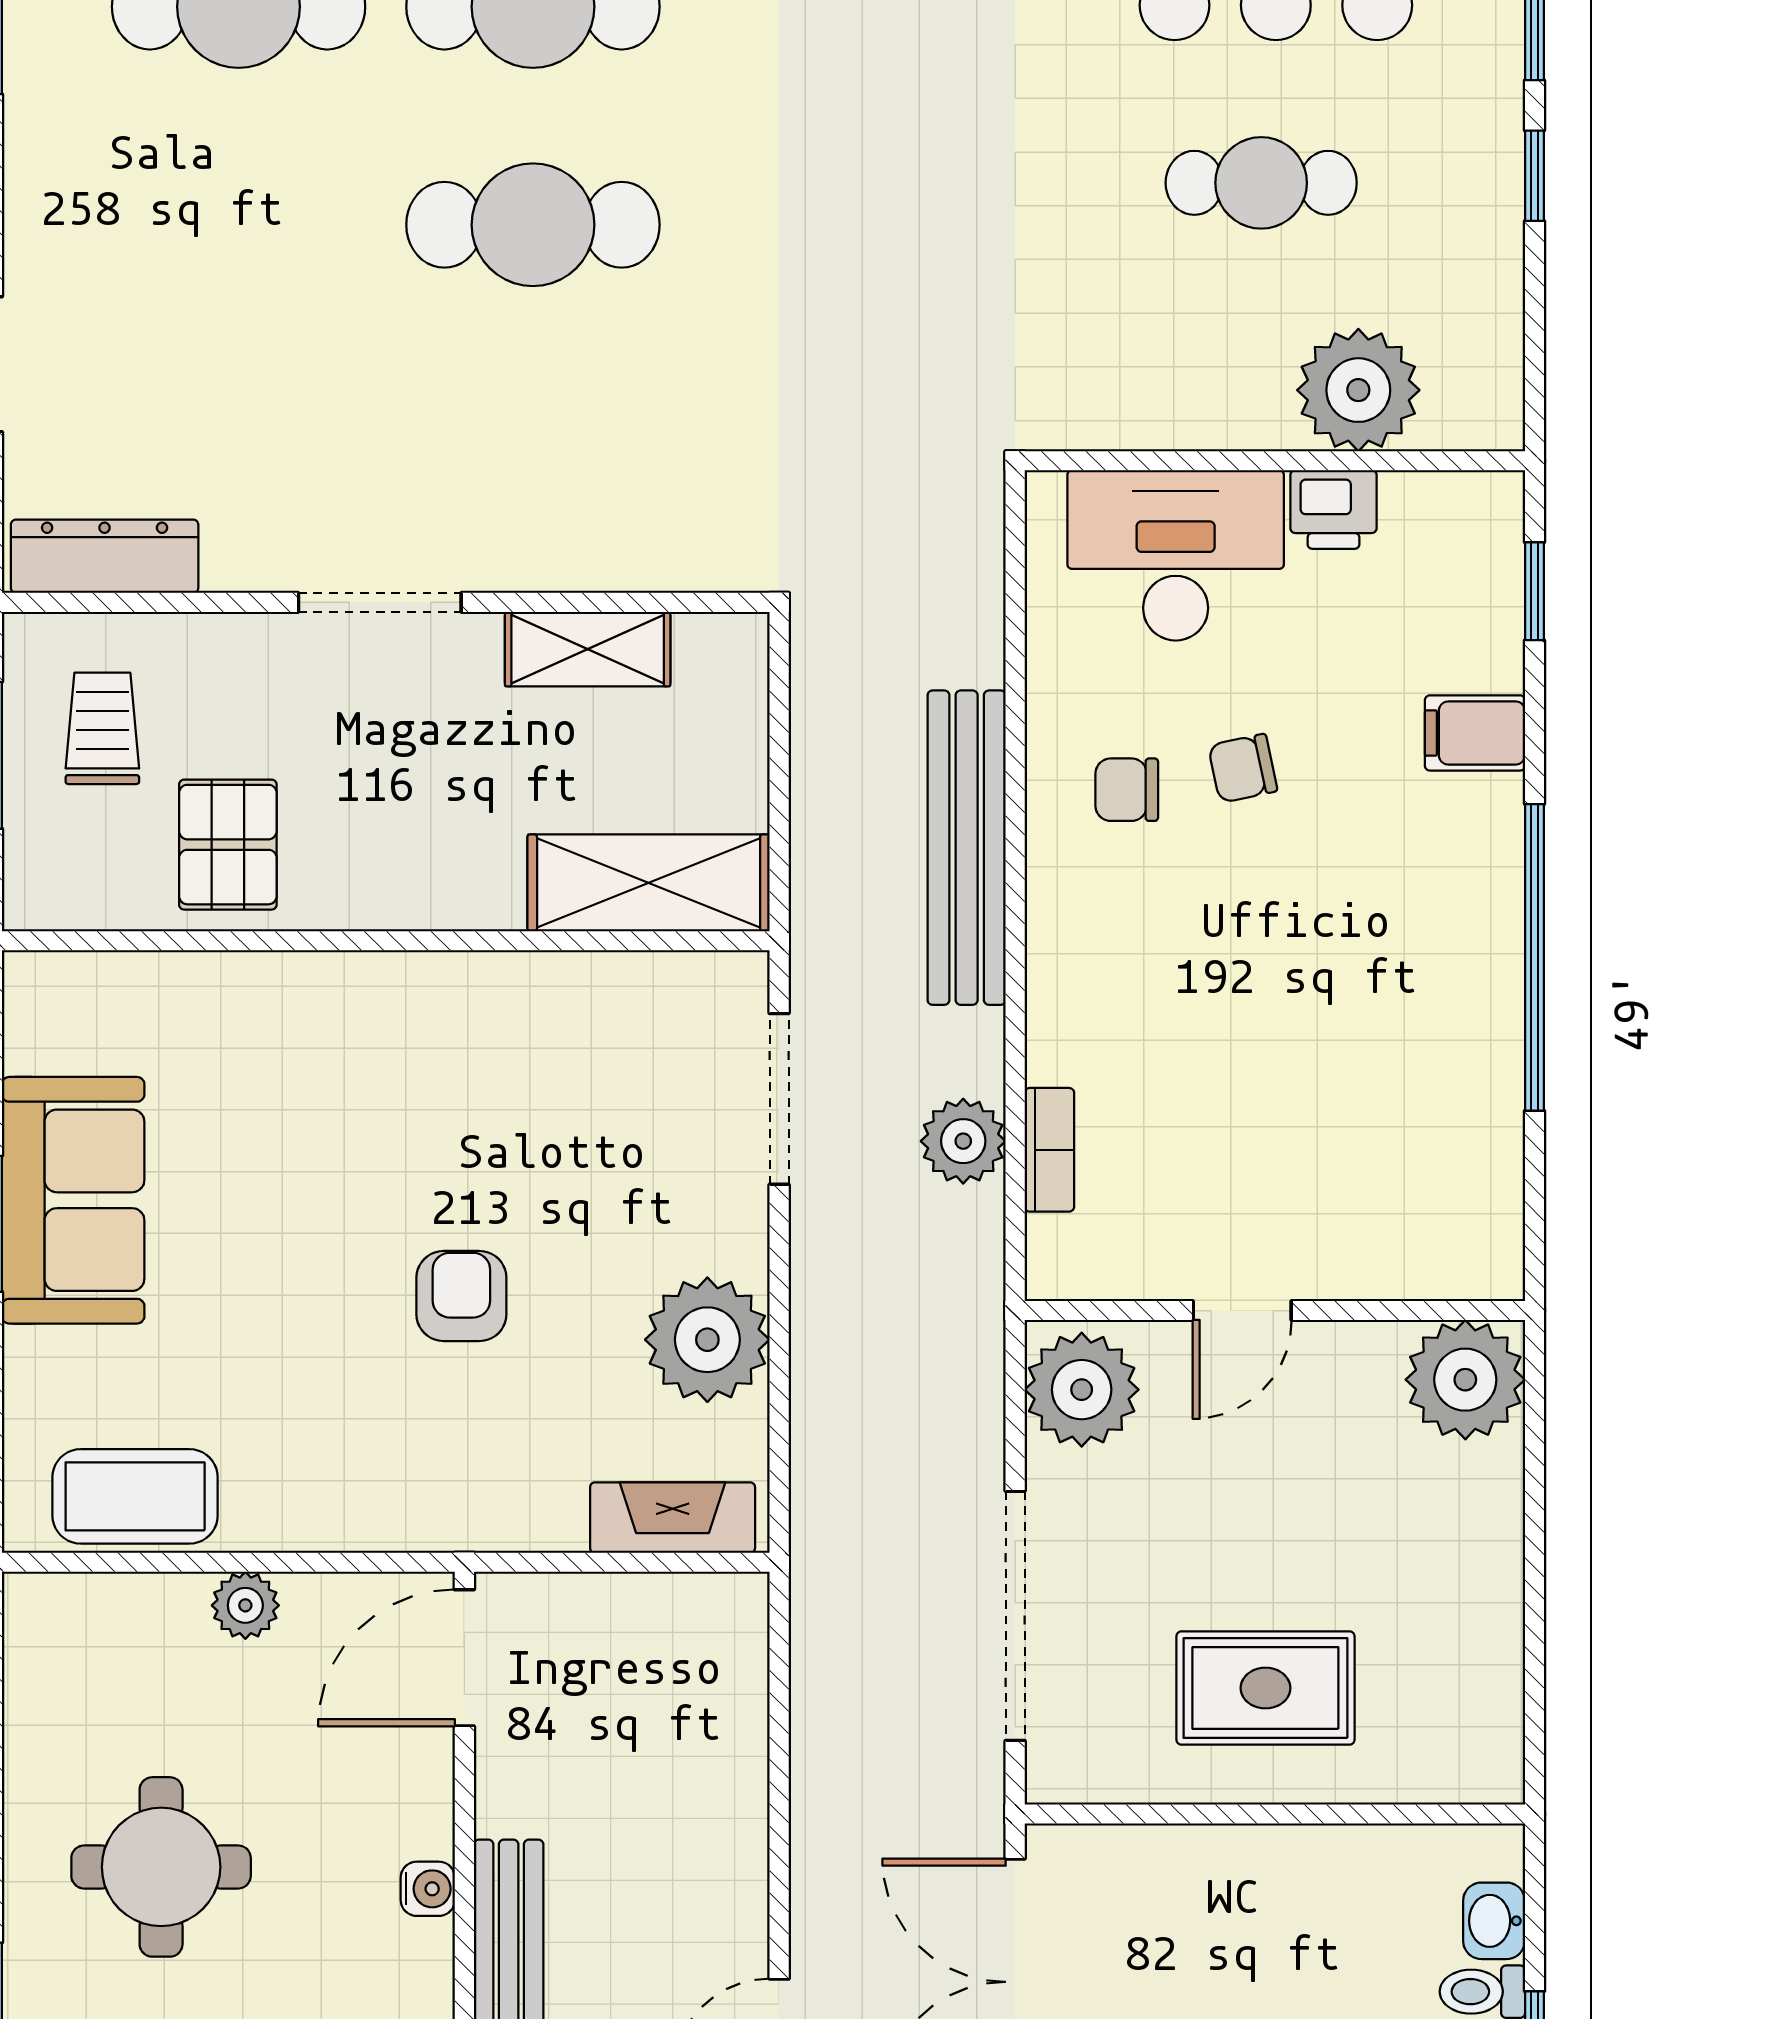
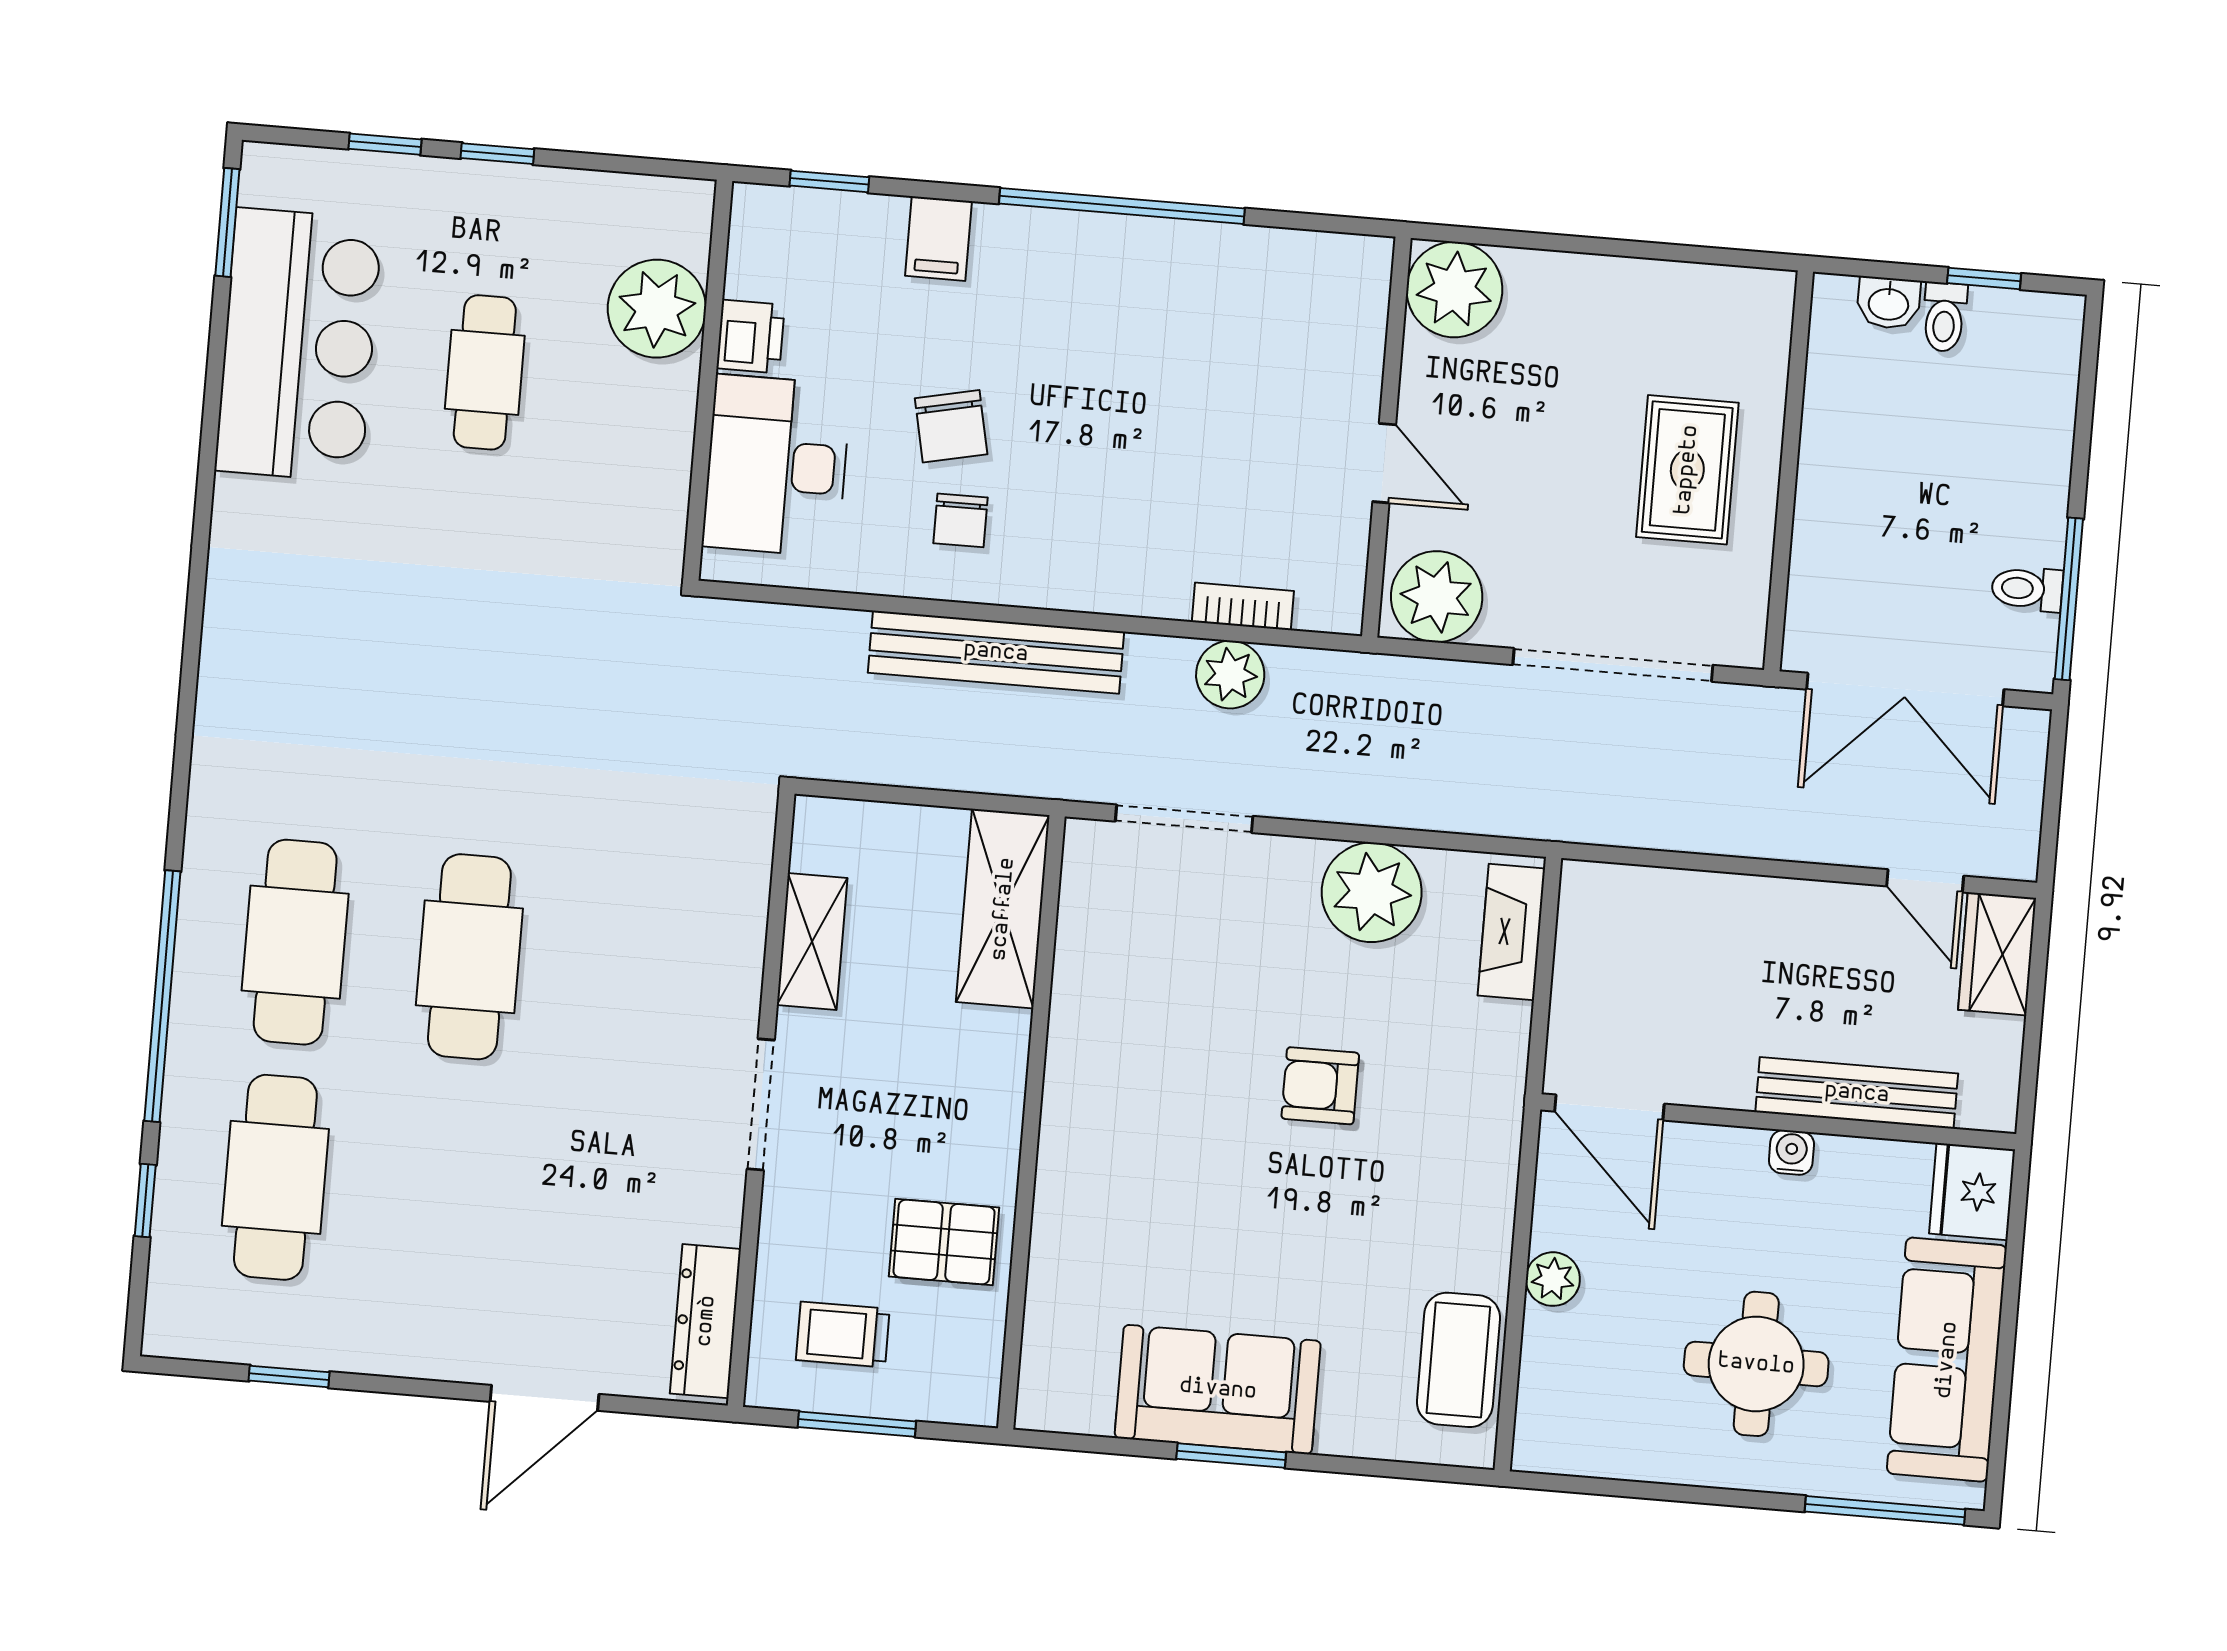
chair: (1243, 768) -> (951, 426), width x1.37, depth x1.37

